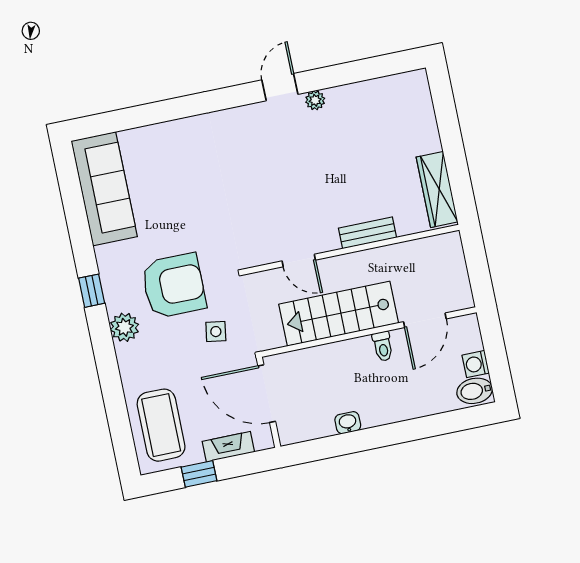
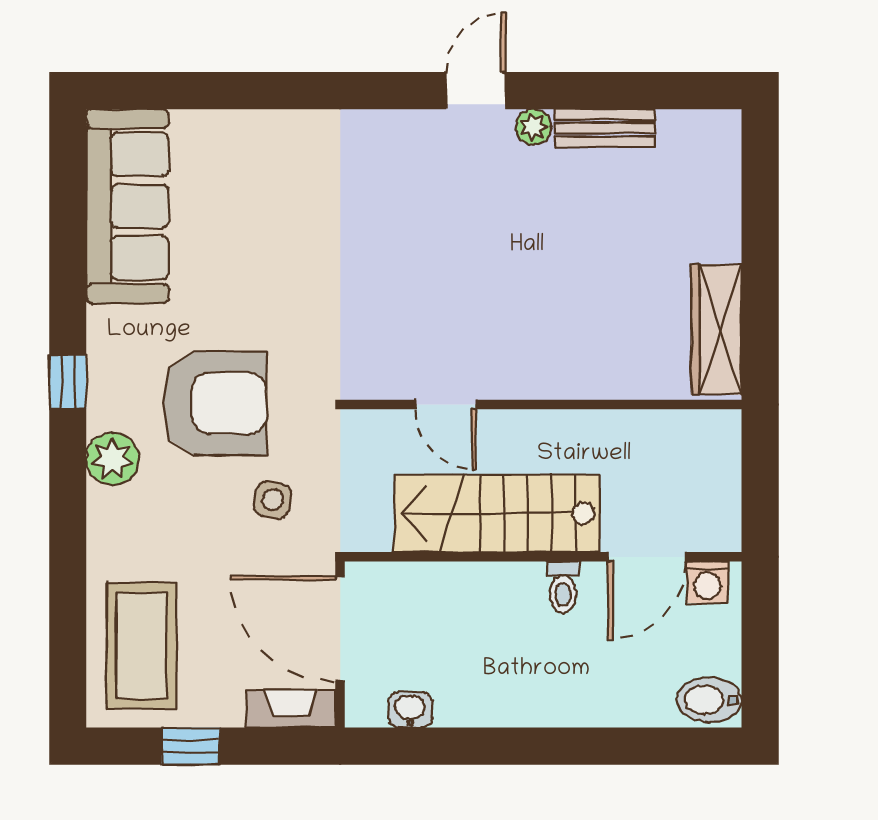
bench: (367, 233) -> (605, 128), moved
washing machine: (476, 364) -> (707, 582), moved, turned -90
washbasin: (348, 423) -> (410, 710), moved
fireplace: (228, 447) -> (291, 708), moved

